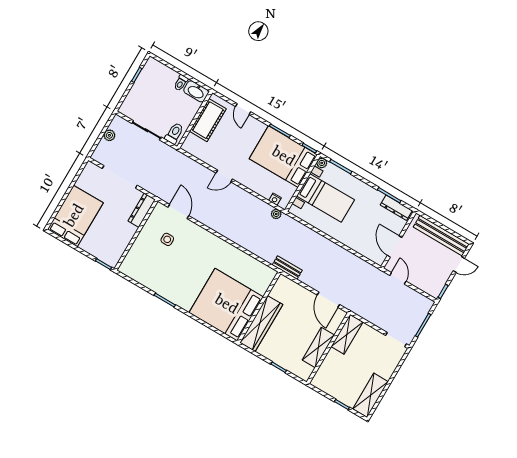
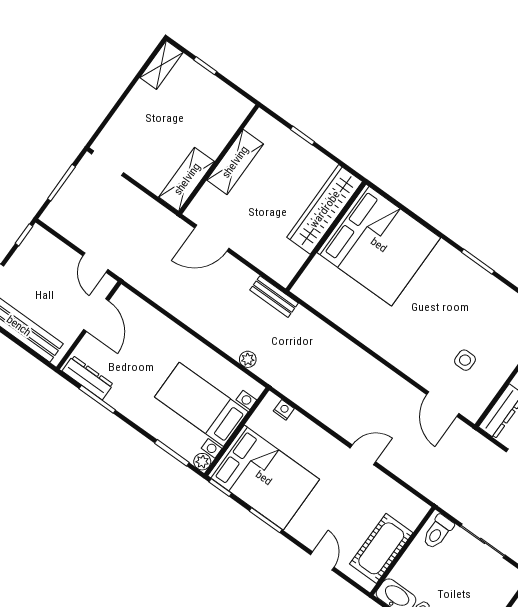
plant: (276, 214) -> (248, 359), moved
door: (328, 300) -> (212, 238), swing flipped
shelving: (370, 395) -> (161, 65), width x0.67, depth x0.75

